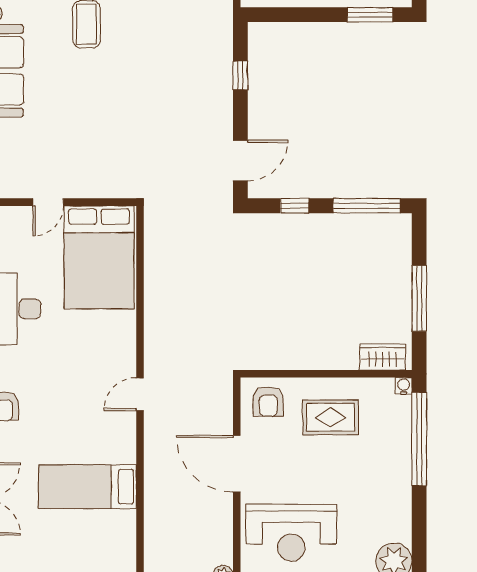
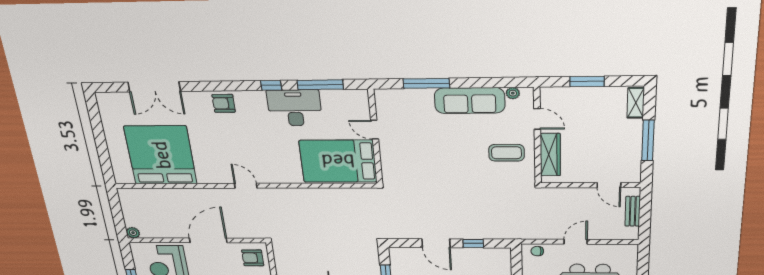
door: (240, 161) -> (436, 243), moved
bed: (87, 487) -> (161, 155), width x2.04

